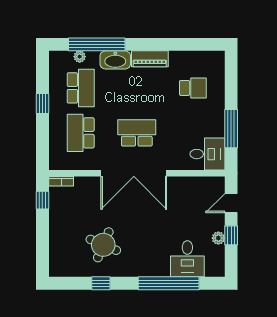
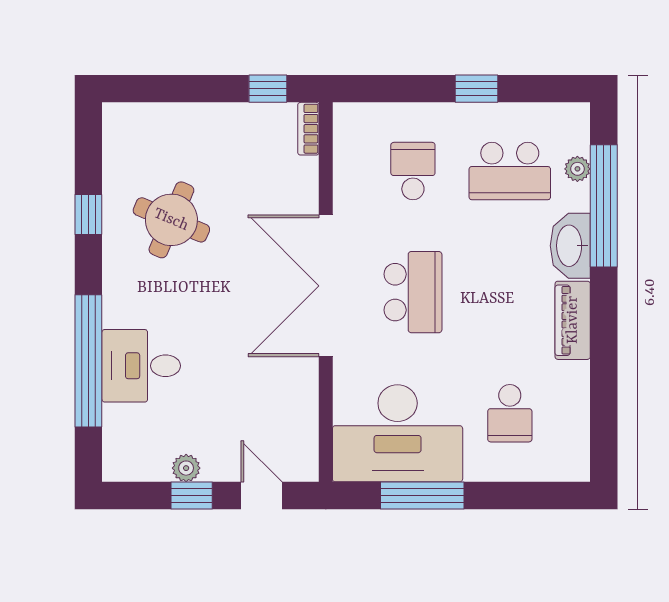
school desk: (81, 133) -> (413, 171), width x0.54
desk: (207, 154) -> (398, 433), width x1.87, depth x1.30
desk: (187, 259) -> (141, 366), moved

